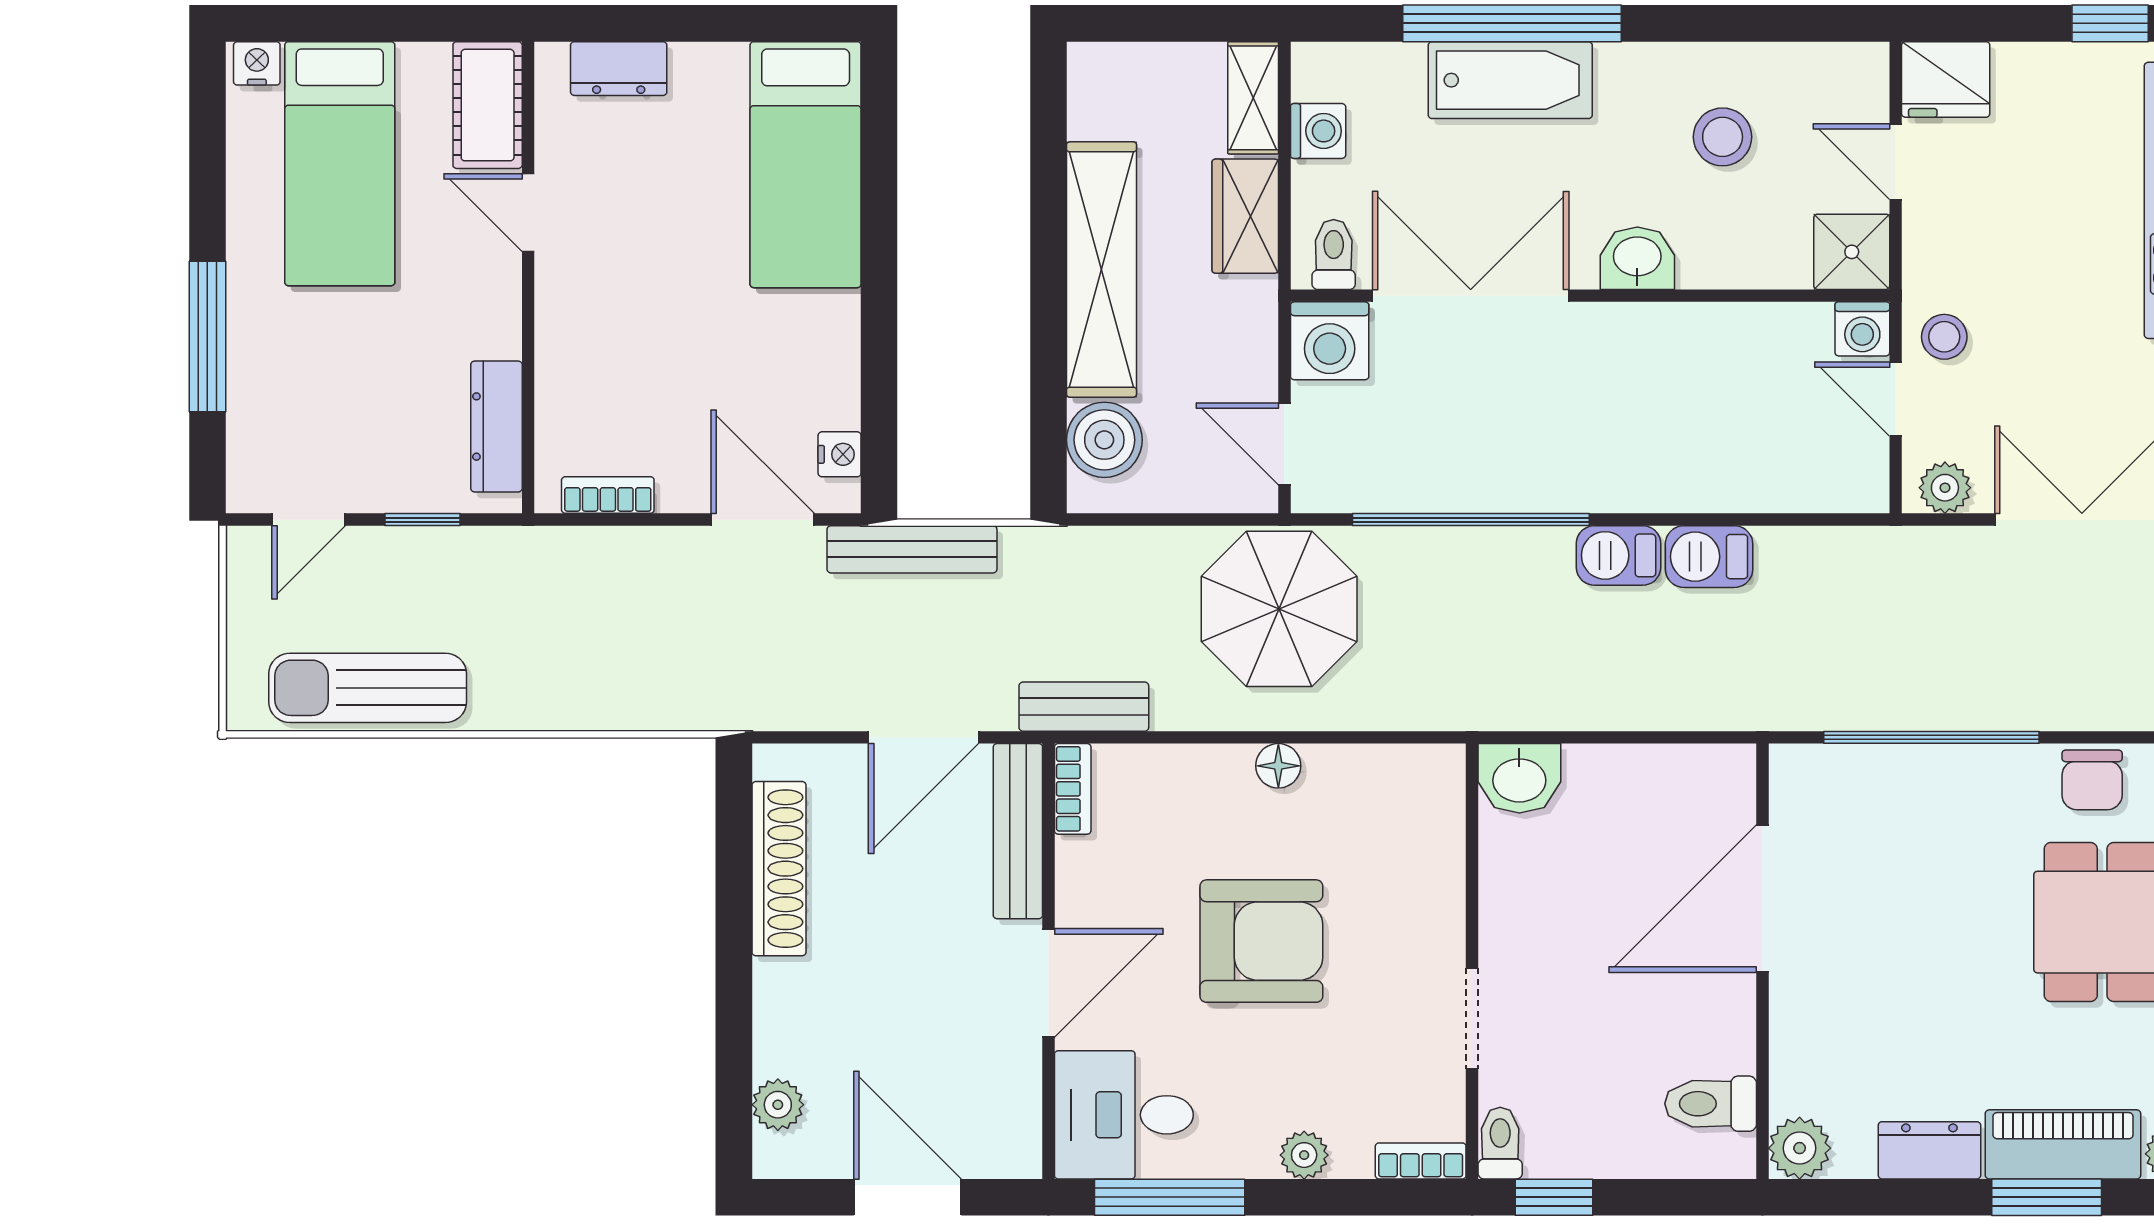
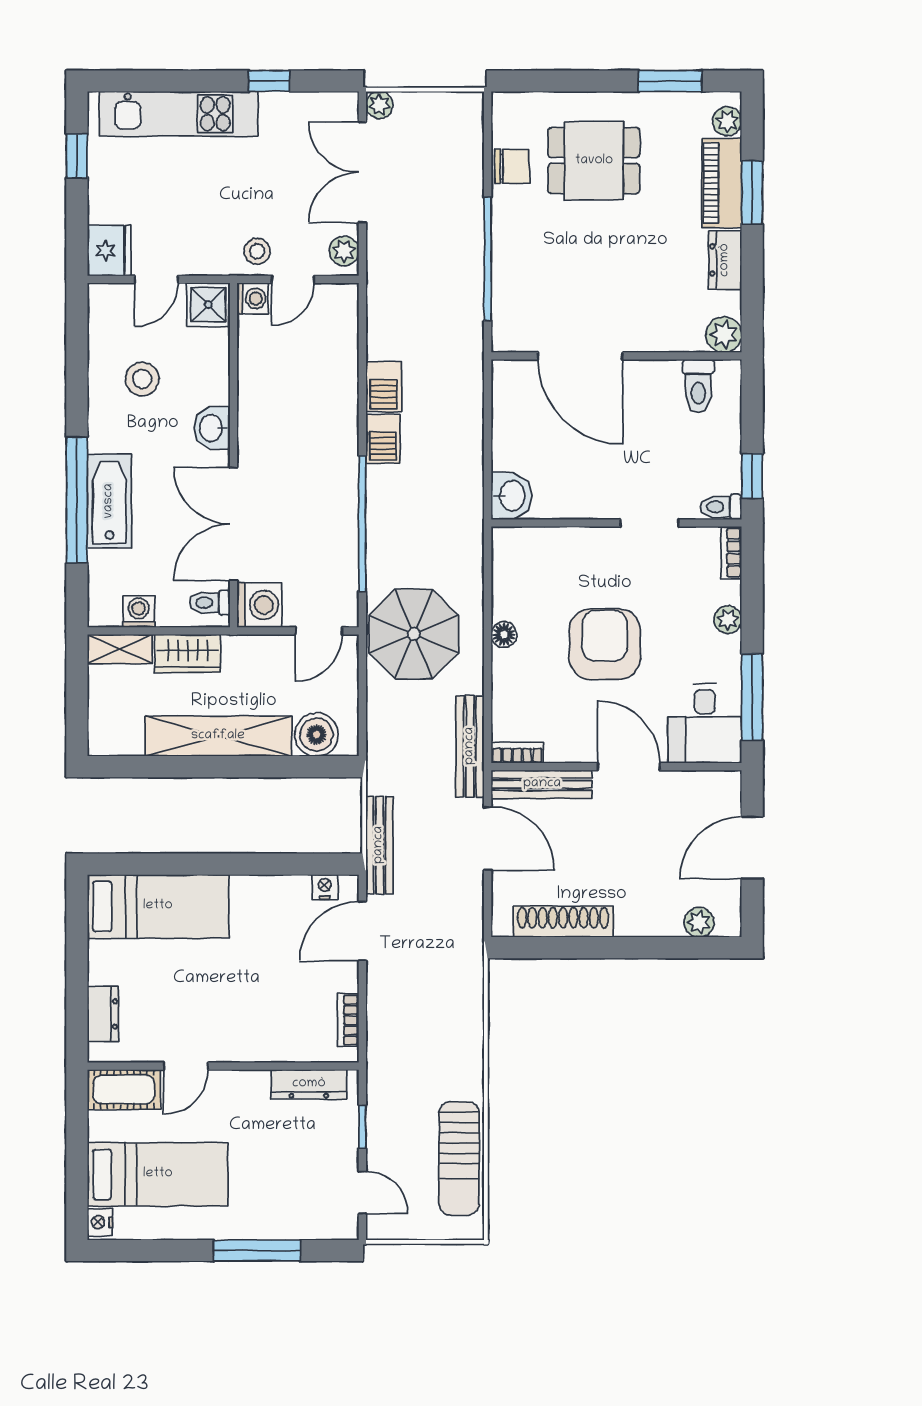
bench: (1084, 707) -> (470, 746), width x1.36

